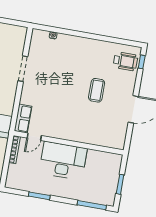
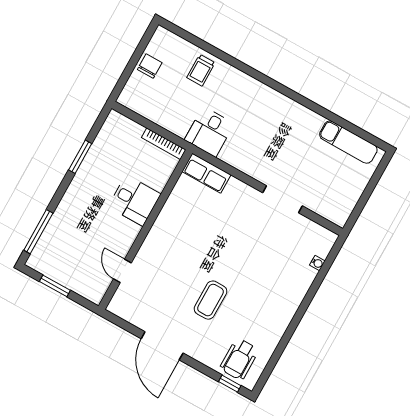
coffee table: (97, 90) -> (211, 300), turned 90
door: (34, 137) -> (122, 271), moved
desk: (63, 161) -> (134, 200), width x0.53, depth x0.77

